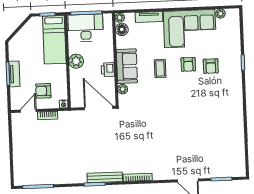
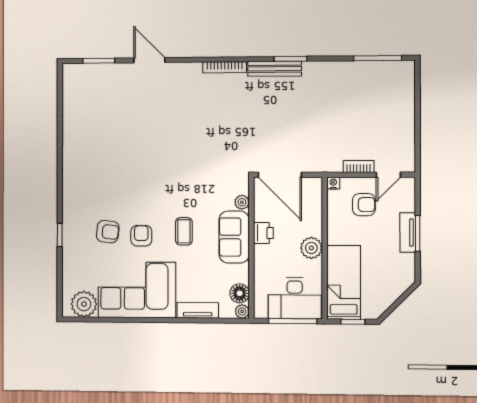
plant: (220, 14) -> (84, 304), width x1.88, depth x1.88
armchair: (211, 66) -> (108, 232), turned 97

